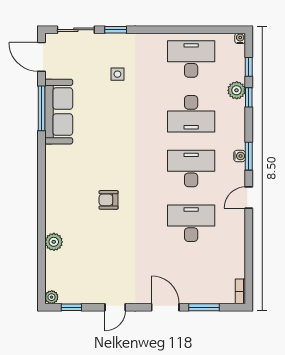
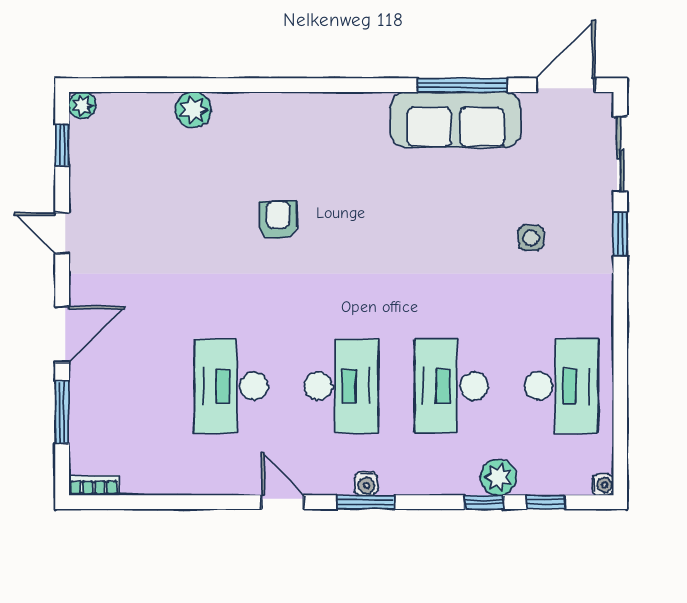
desk: (191, 223) -> (231, 386), turned 180

